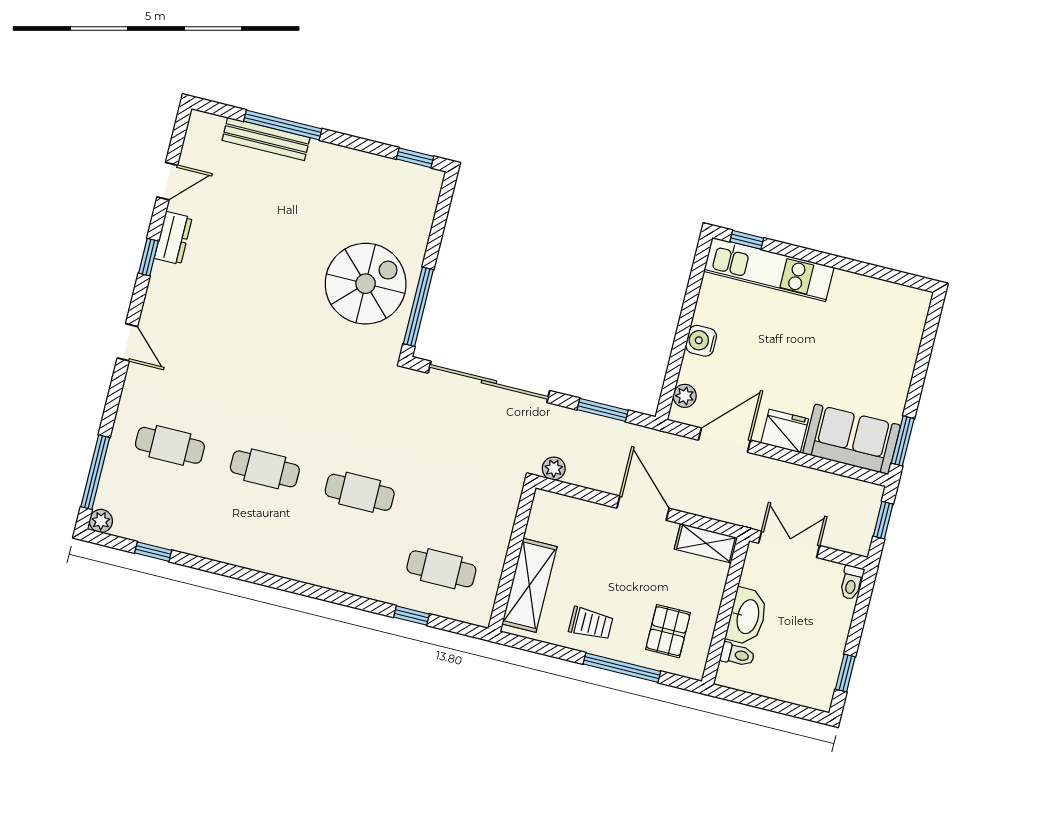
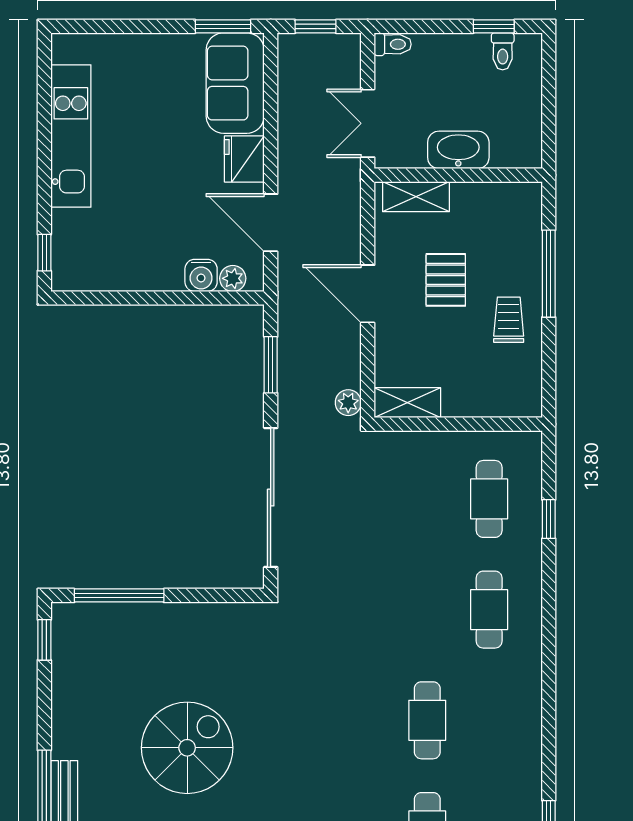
kitchen unit: (769, 269) -> (71, 136), moved
spiral stairs: (366, 284) -> (187, 748), moved, turned 90
window: (418, 307) -> (119, 595), moved
water cooler: (701, 341) -> (201, 275), moved
cafe table: (360, 492) -> (489, 610), moved
door: (643, 508) -> (368, 294), hinge flipped
shelving: (706, 543) -> (416, 197), moved, turned 90
shelving: (529, 585) -> (407, 403), moved, width x0.67, depth x0.75
pallet: (668, 631) -> (446, 280), moved, turned 90
toilet: (737, 655) -> (503, 51), moved, turned 180

